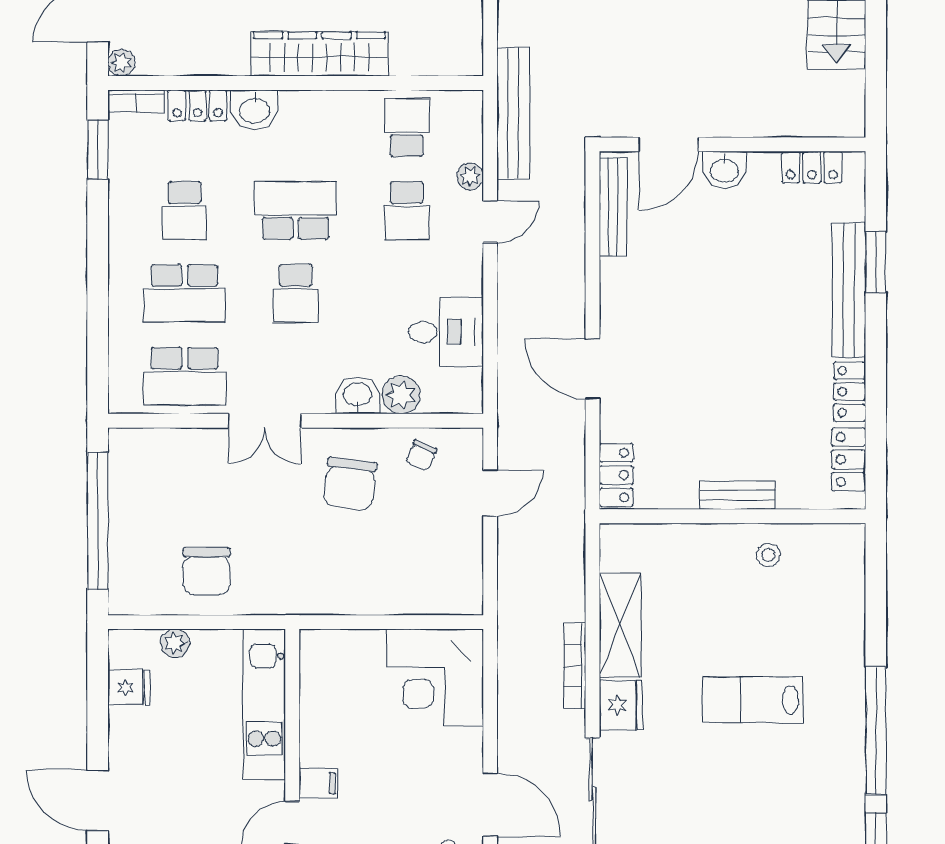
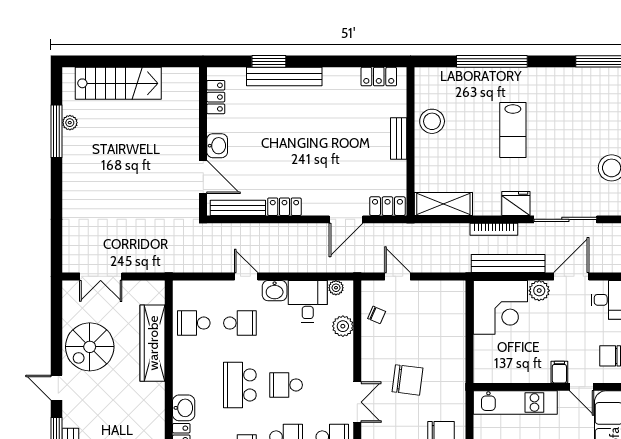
wardrobe: (319, 54) -> (153, 343), moved
bench: (513, 113) -> (508, 264), moved
plant: (470, 176) -> (336, 288), moved
school desk: (296, 293) -> (286, 385), turned 180
door: (593, 369) -> (346, 219), moved
locker: (850, 392) -> (284, 207), moved, turned 180
washbasin: (358, 395) -> (275, 291), moved, turned -90
chair: (350, 484) -> (407, 380), moved
stool: (768, 555) -> (432, 121), width x1.89, depth x1.89
shelving: (620, 625) -> (443, 204), moved
window: (876, 731) -> (492, 61), moved
plant: (465, 747) -> (539, 291), added

